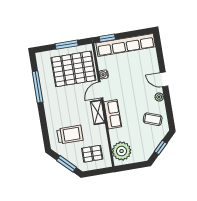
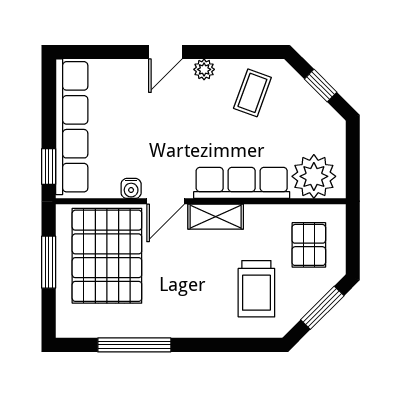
door: (101, 90) -> (166, 201), hinge flipped
row of seats: (113, 114) -> (242, 183), width x1.48
trolley: (70, 135) -> (256, 289), turned 180

